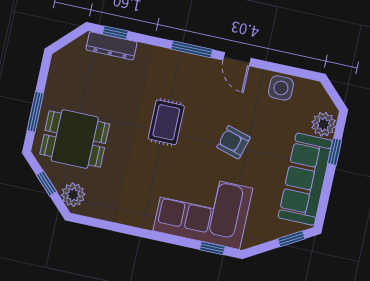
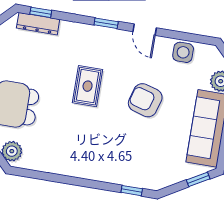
window: (192, 49) -> (106, 23), width x0.67
armchair: (233, 142) -> (145, 100), width x1.38, depth x1.38
corner sofa: (203, 209) -> (122, 158), removed

